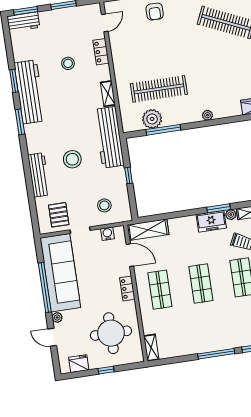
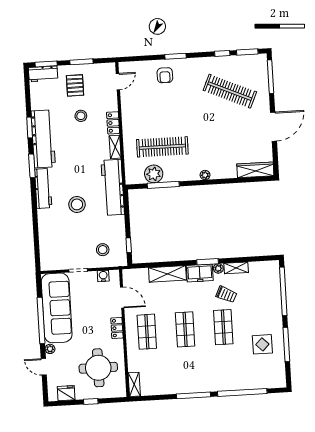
locker: (101, 52) -> (113, 123), moved
workbench: (39, 175) -> (43, 188), moved
window: (129, 175) -> (129, 245), moved
pallet: (59, 215) -> (75, 85), moved
shelving: (148, 230) -> (167, 274), moved

